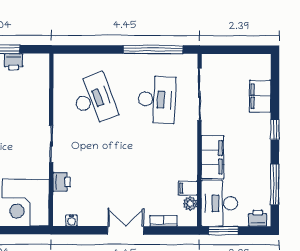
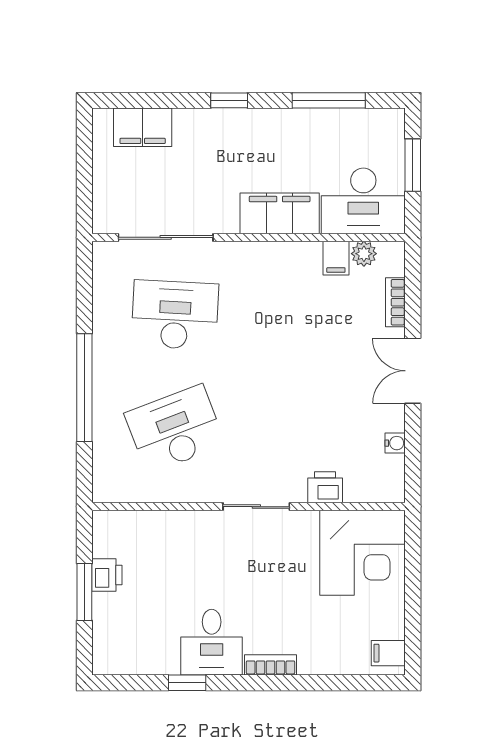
window: (153, 50) -> (84, 388), moved
filing cabinet: (260, 96) -> (143, 127), moved
printer: (258, 218) -> (390, 131), removed
water cooler: (72, 221) -> (395, 443), moved
window: (224, 231) -> (413, 165), moved

